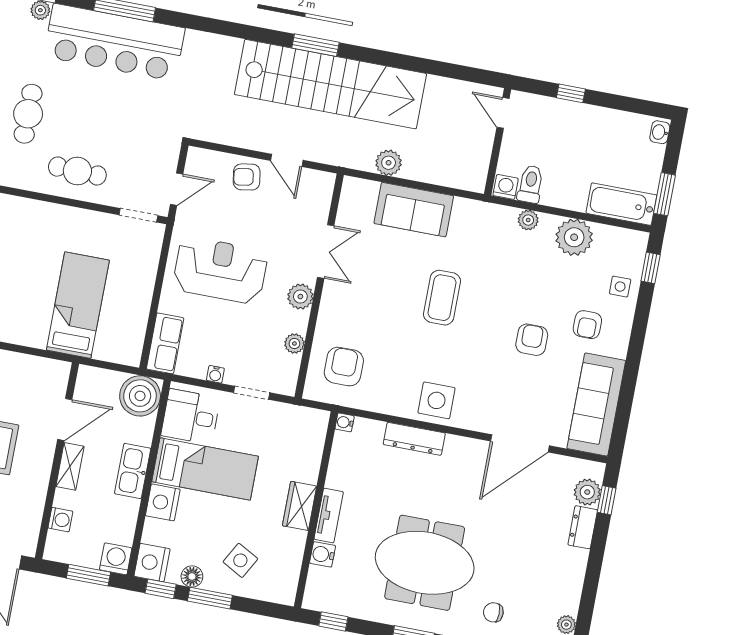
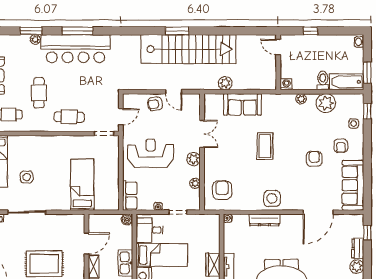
toilet: (530, 184) -> (323, 80), moved
boiler: (140, 396) -> (127, 220), width x0.54, depth x0.54
plant: (587, 492) -> (357, 267), moved

